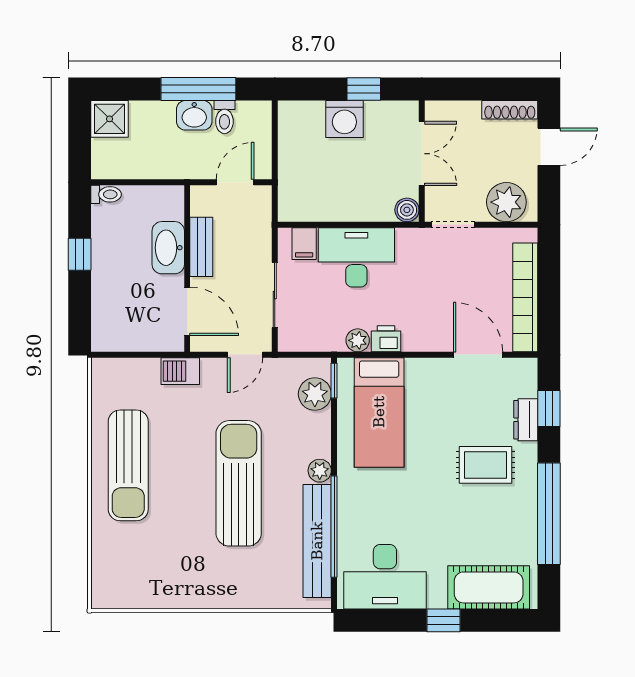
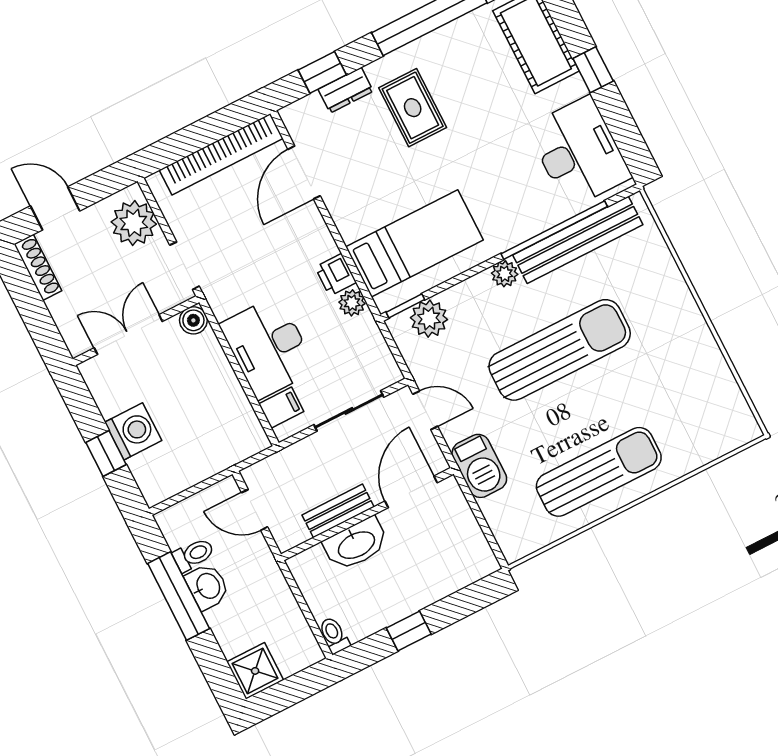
window: (364, 89) -> (106, 453), moved
barbecue: (180, 371) -> (479, 466), width x1.38, depth x1.27
sun lounger: (239, 483) -> (560, 350), turned 180

